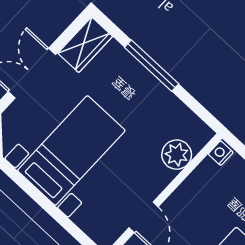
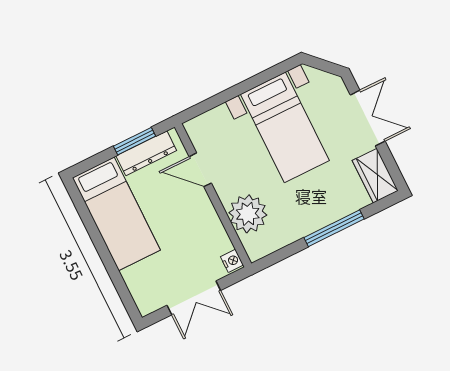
plant: (177, 155) -> (248, 214), width x1.36, depth x1.36

